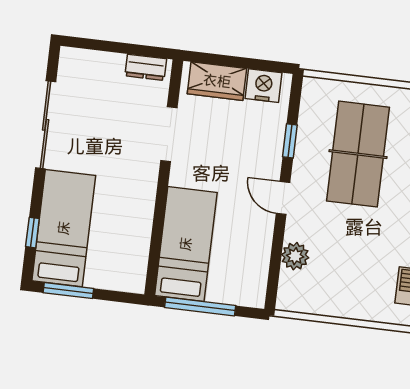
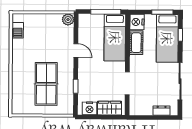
dresser: (146, 67) -> (162, 111), moved
door: (283, 198) -> (76, 51), moved
cot: (137, 226) -> (136, 43), added
plant: (295, 256) -> (68, 20), moved
nightstand: (130, 274) -> (137, 22), added

